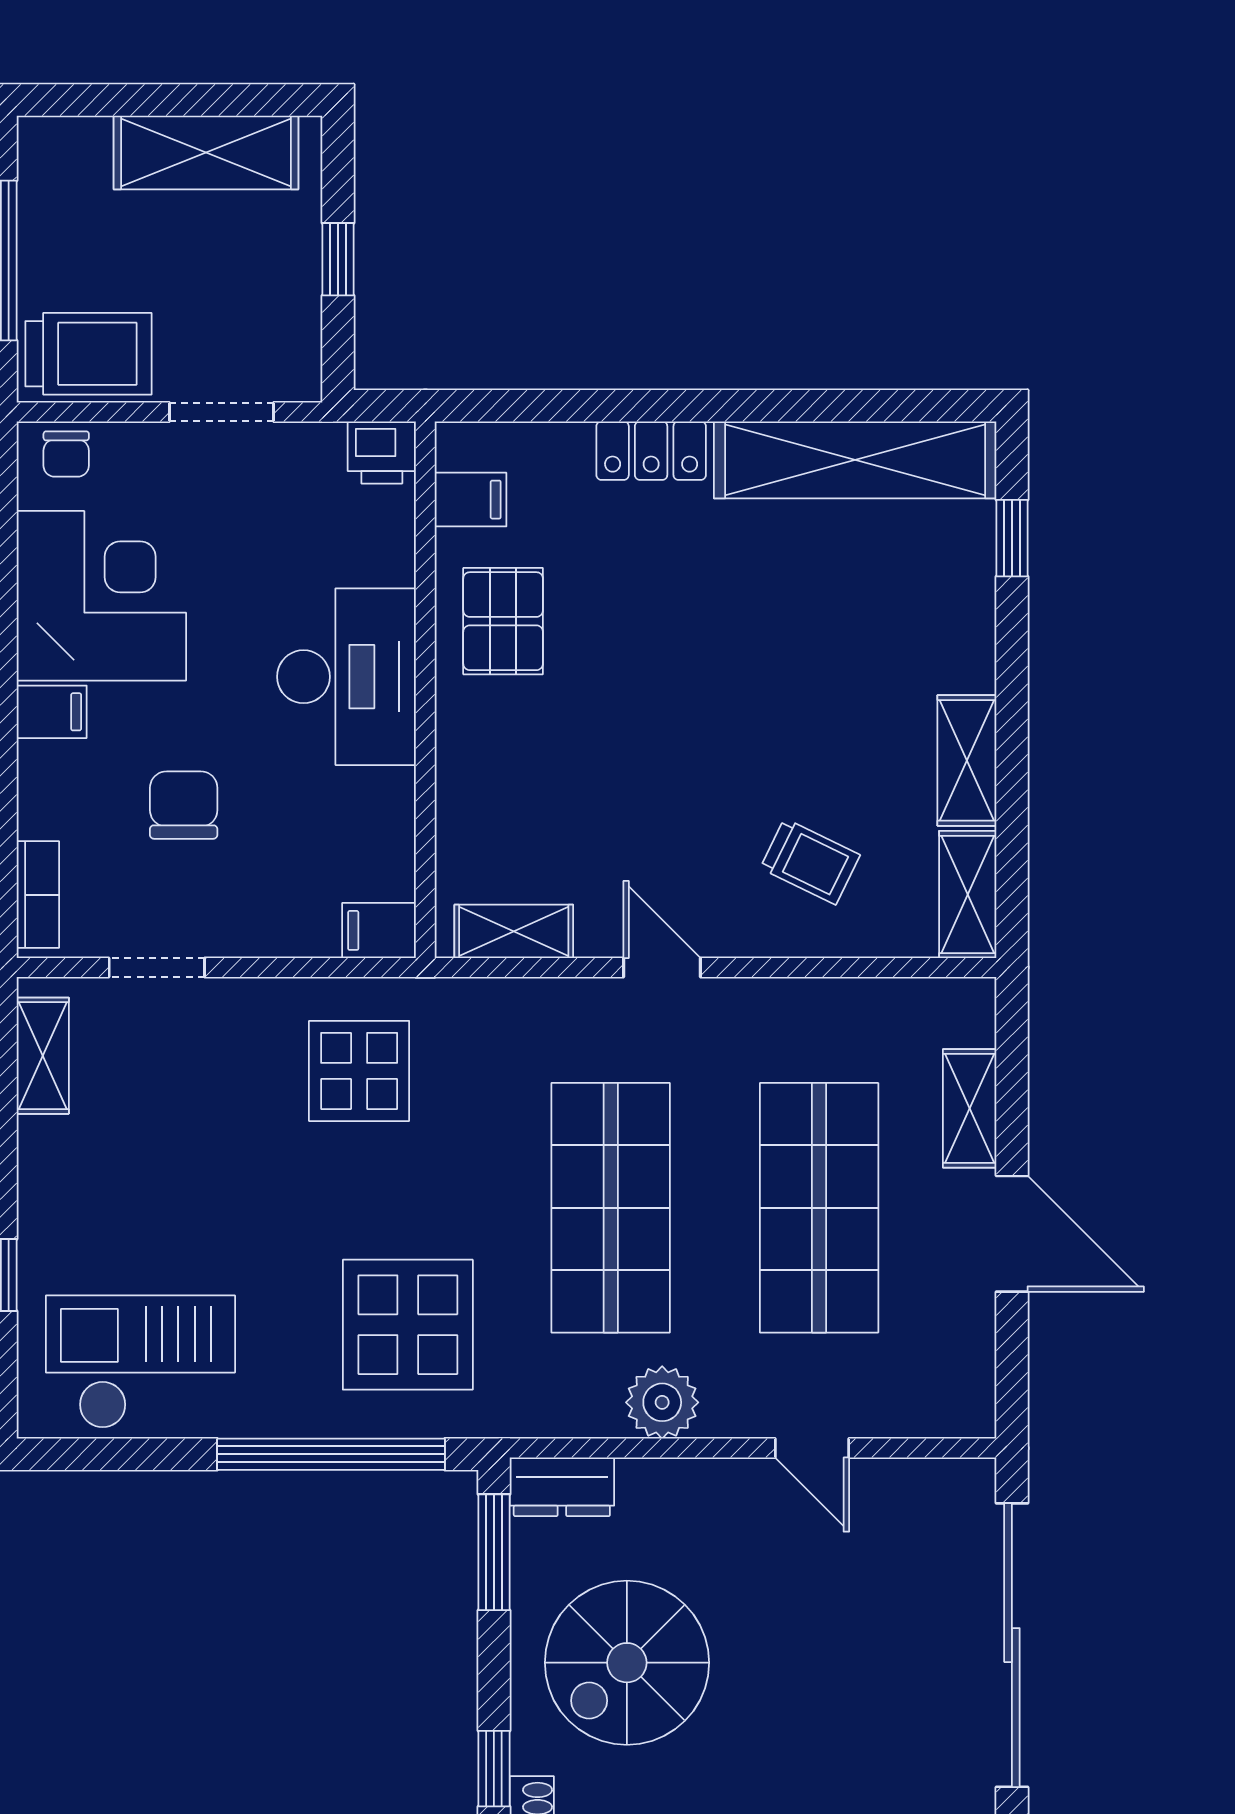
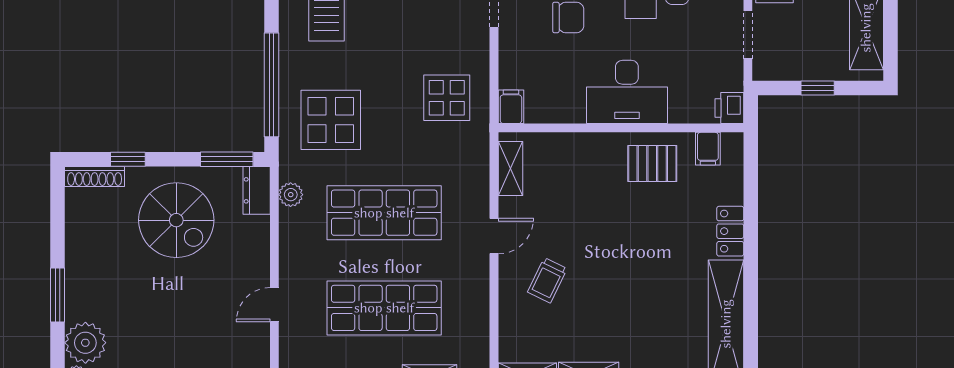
trolley: (810, 862) -> (547, 280), moved
plant: (662, 1402) -> (291, 195), moved, width x0.73, depth x0.73
spiral stairs: (627, 1663) -> (176, 220), turned 180

